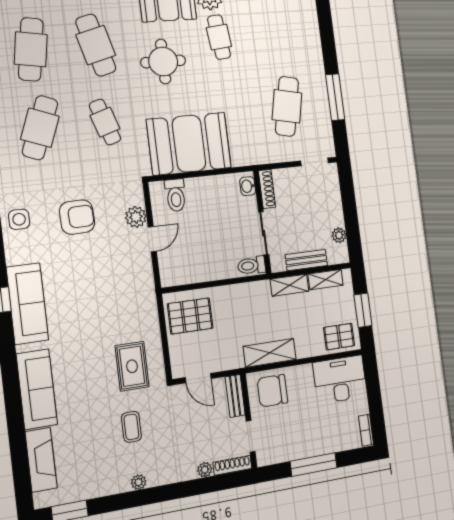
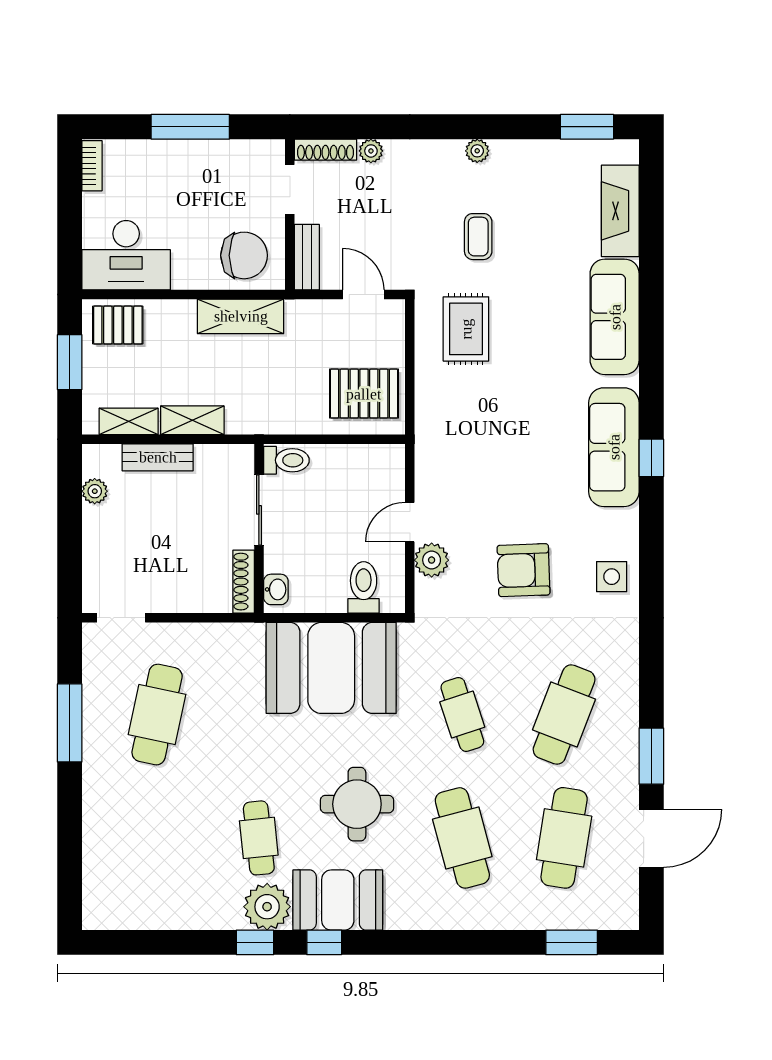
washbasin: (248, 186) -> (276, 589), moved
shoe rack: (267, 189) -> (244, 582), moved
wall: (262, 222) -> (259, 528), moved
sliding door: (264, 233) -> (259, 510), moved
toilet: (251, 266) -> (286, 460), moved

